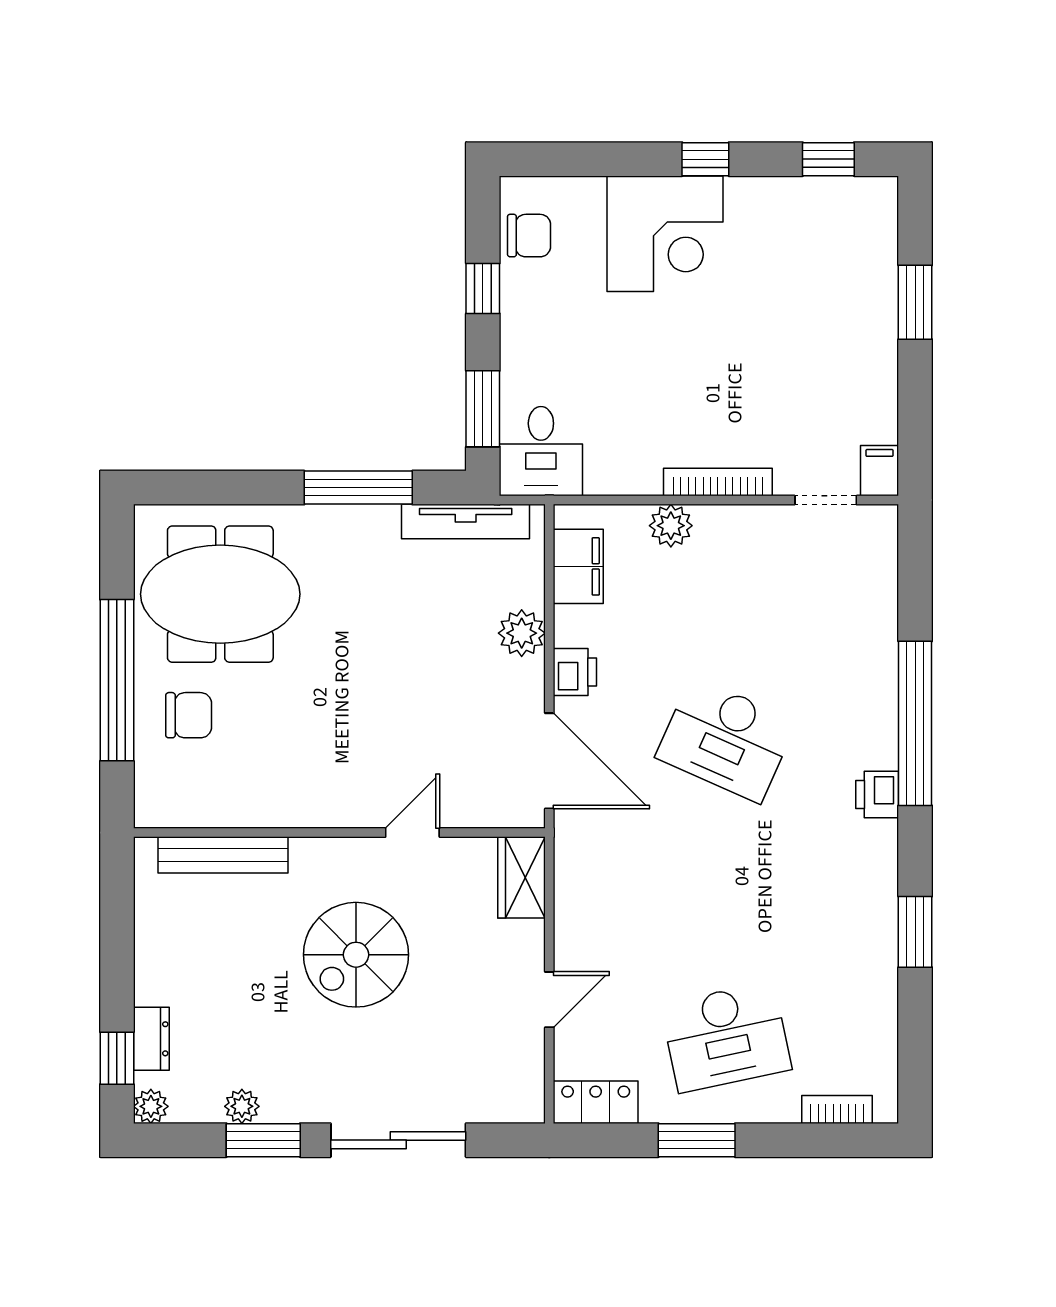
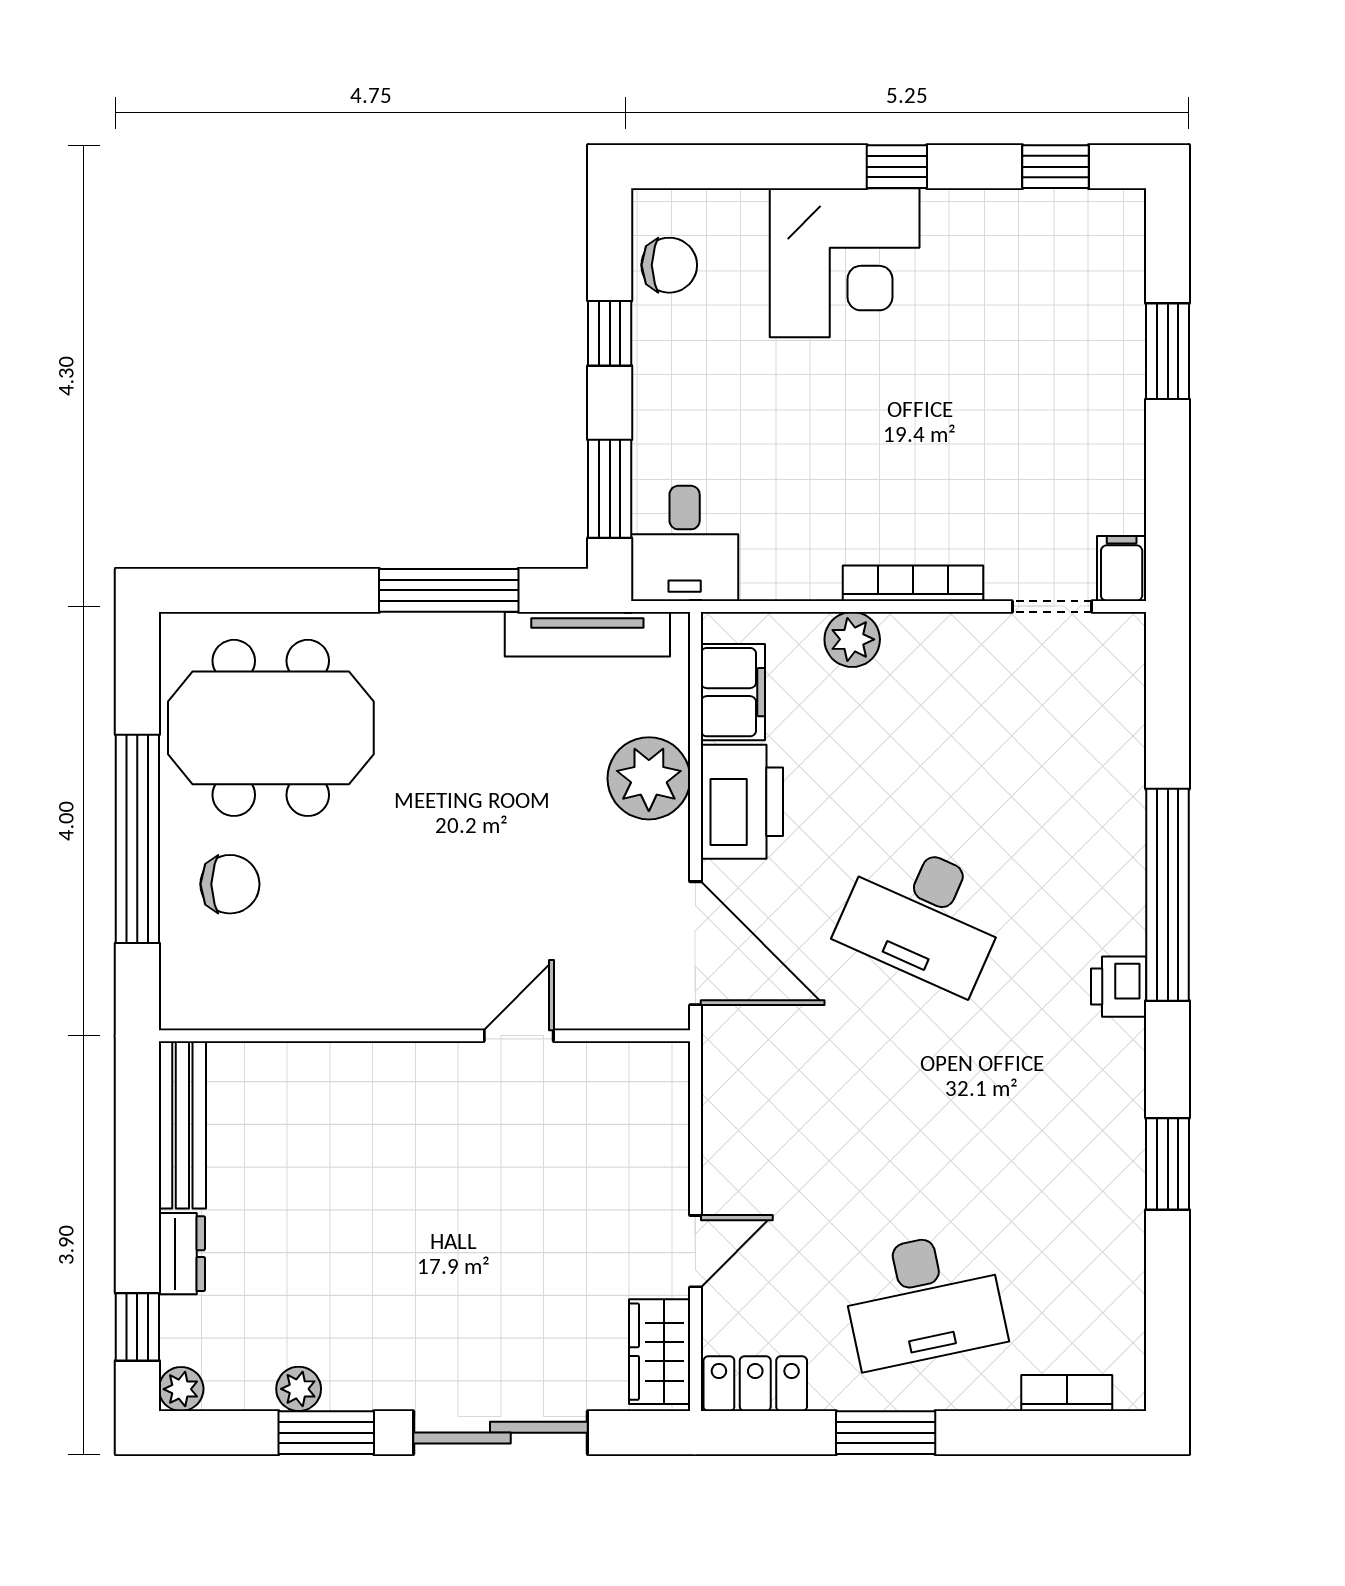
plant: (522, 633) -> (649, 778), width x1.36, depth x1.36
printer: (575, 672) -> (742, 802), width x1.87, depth x1.48
bench: (223, 855) -> (182, 1125), moved, turned 90
wardrobe: (522, 877) -> (660, 1352), moved
spiral stairs: (356, 955) -> (446, 1193), removed
dresser: (151, 1039) -> (182, 1254), moved

